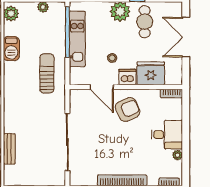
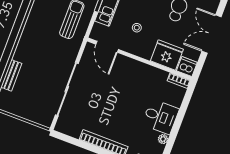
dishwasher: (128, 77) -> (187, 67), moved
door: (102, 87) -> (107, 47), moved
armchair: (128, 109) -> (133, 80), removed

